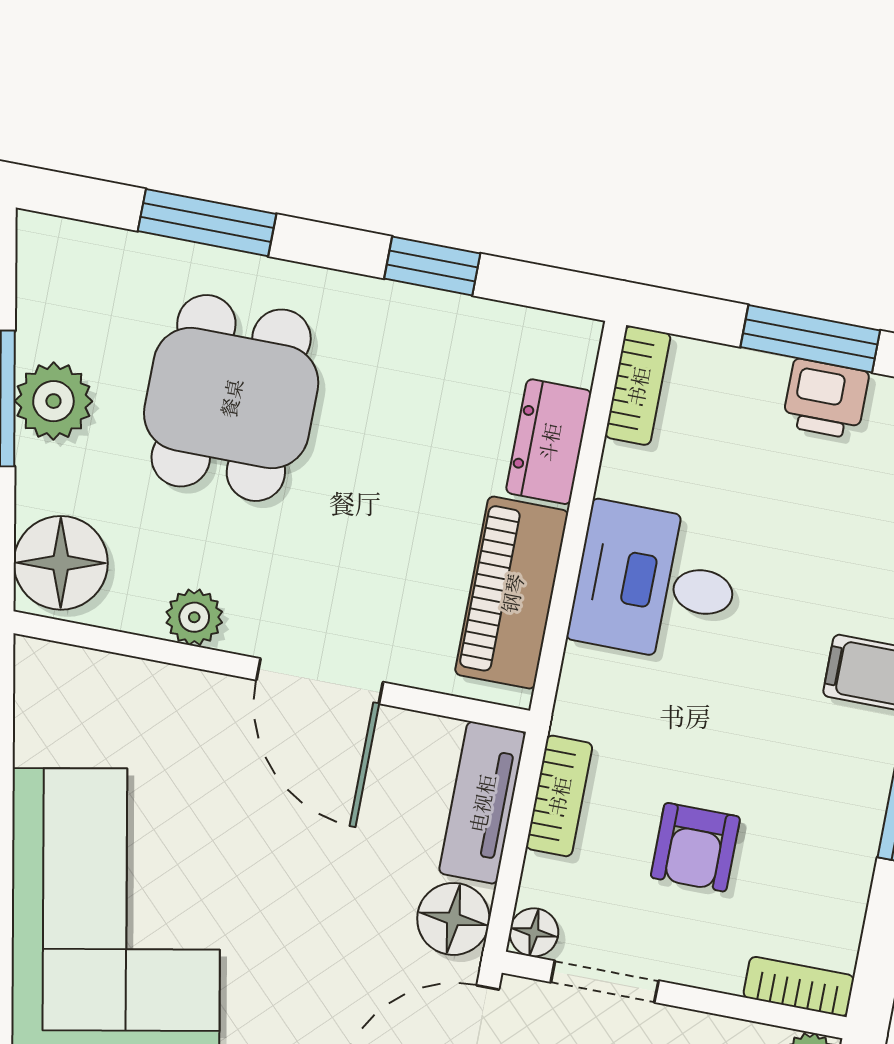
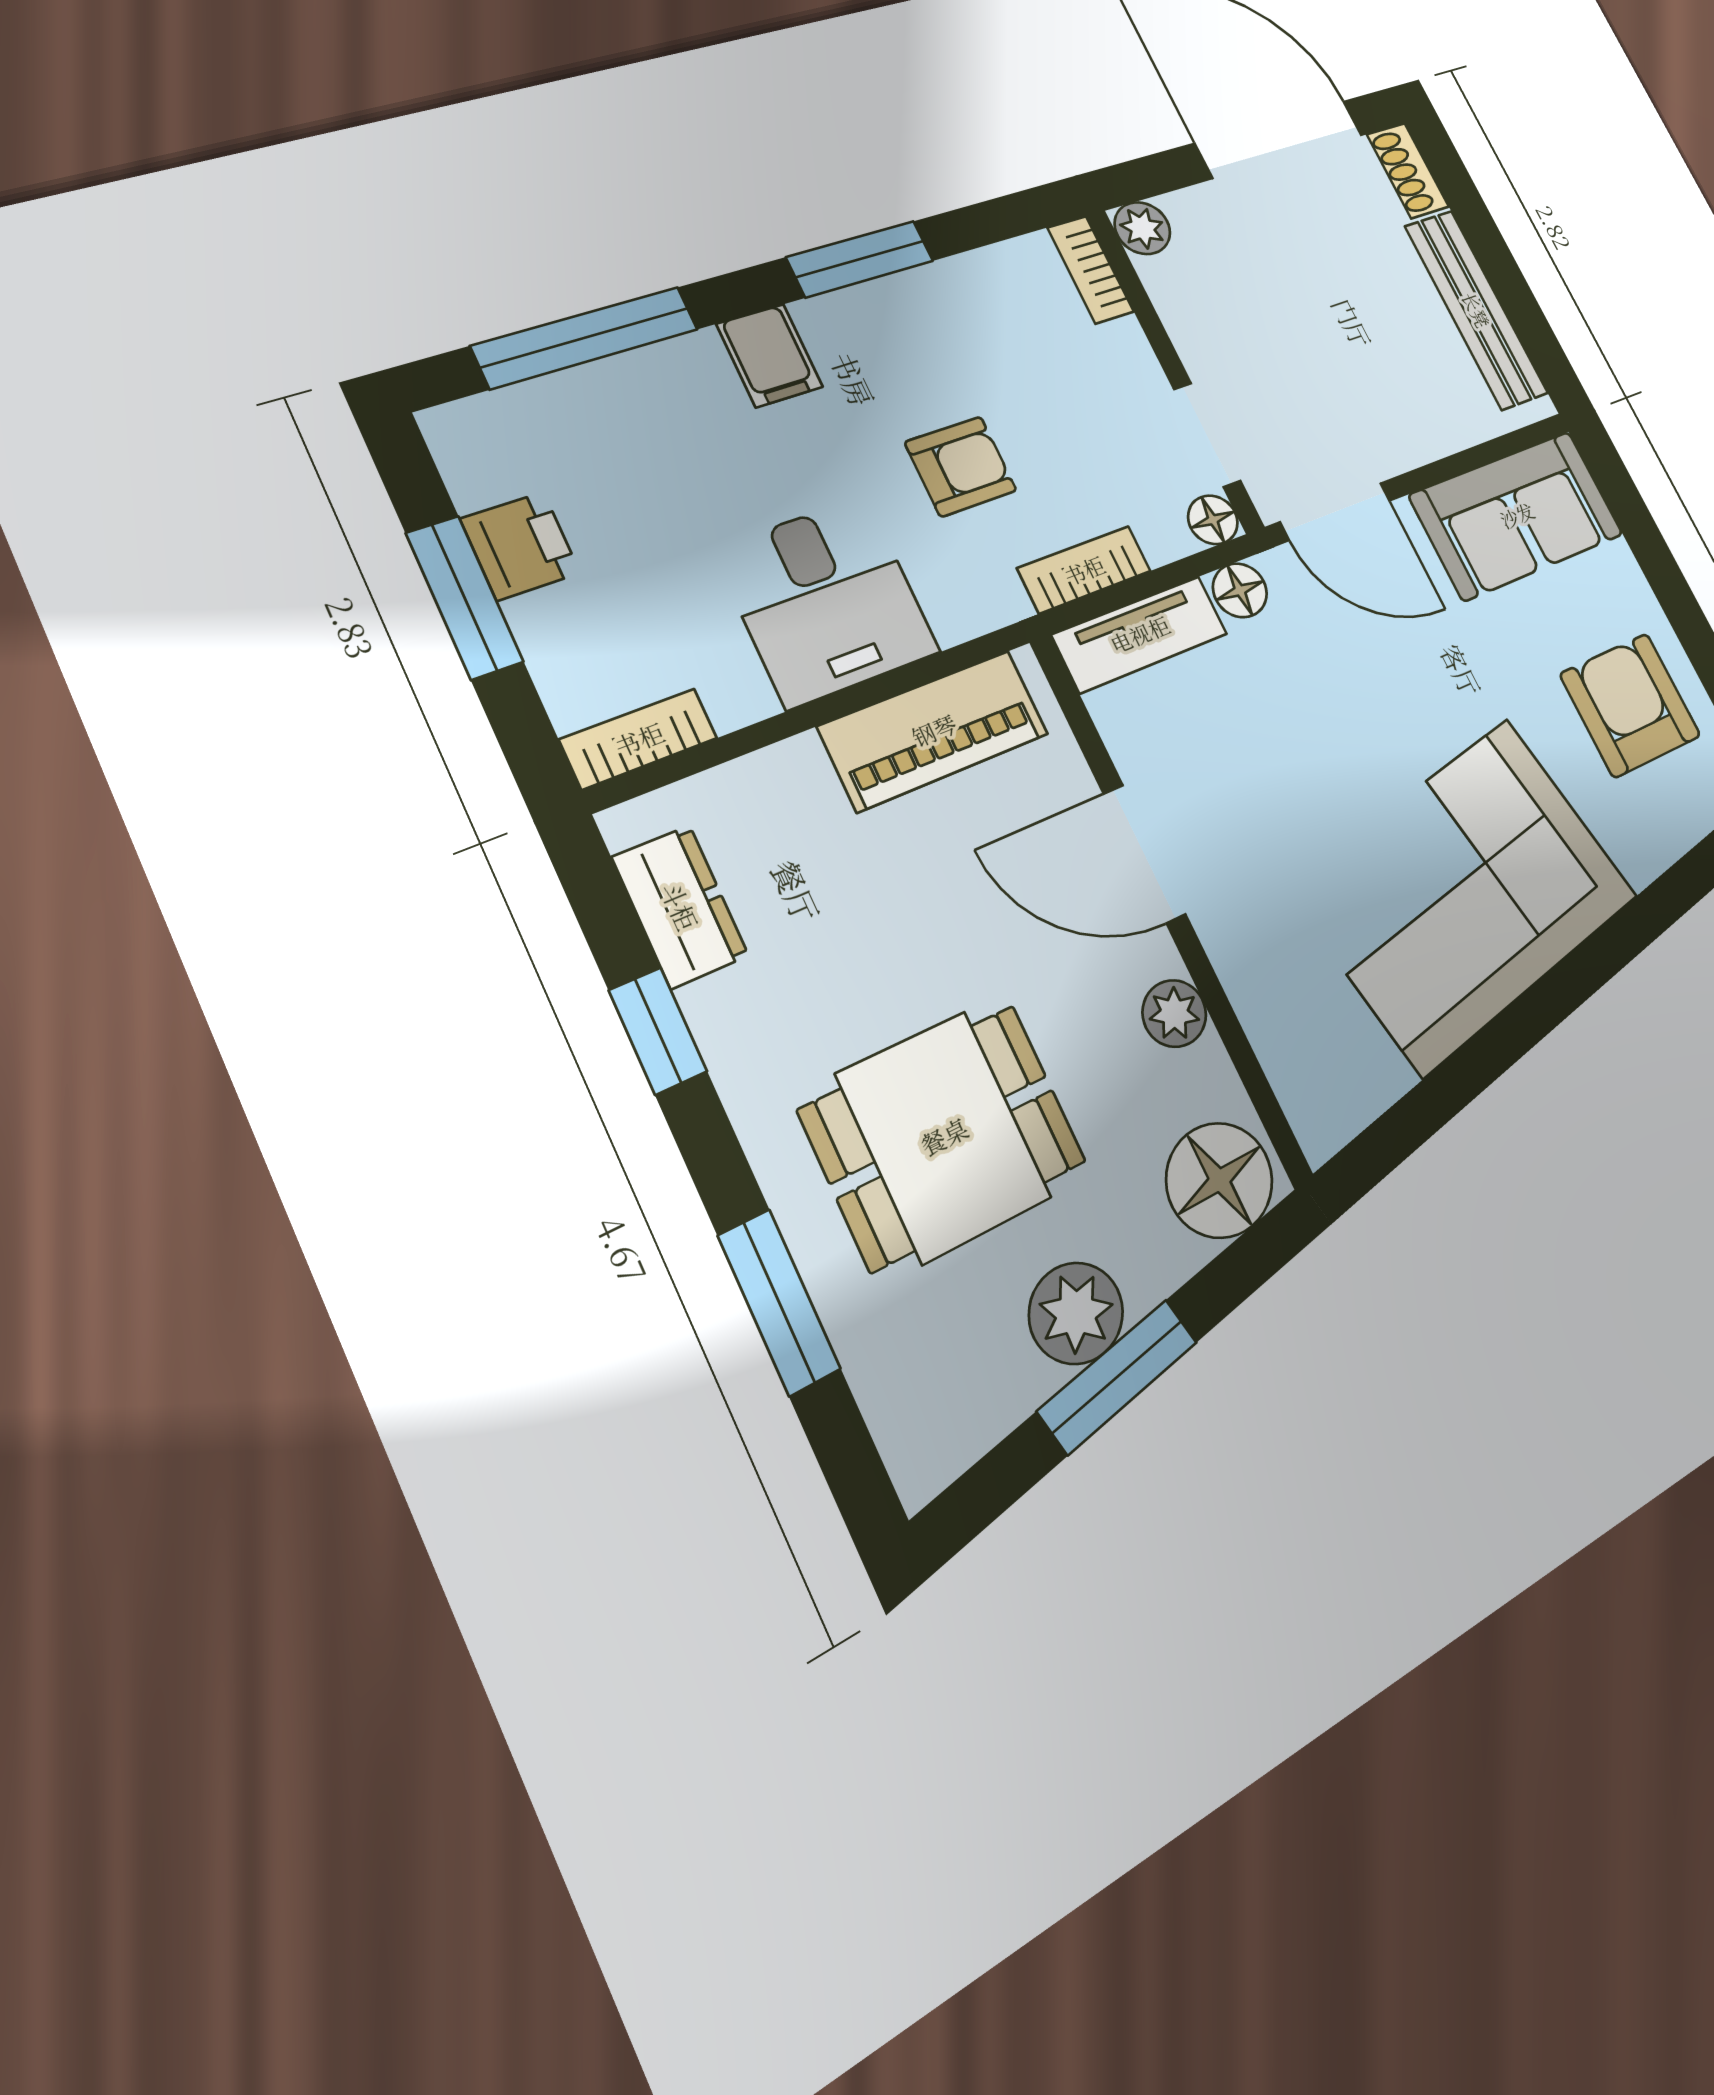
dresser: (549, 442) -> (680, 906), moved, turned -90
door: (320, 681) -> (1144, 854), swing flipped
armchair: (695, 847) -> (961, 466), moved
floor lamp: (453, 919) -> (1240, 590), width x0.73, depth x0.73

